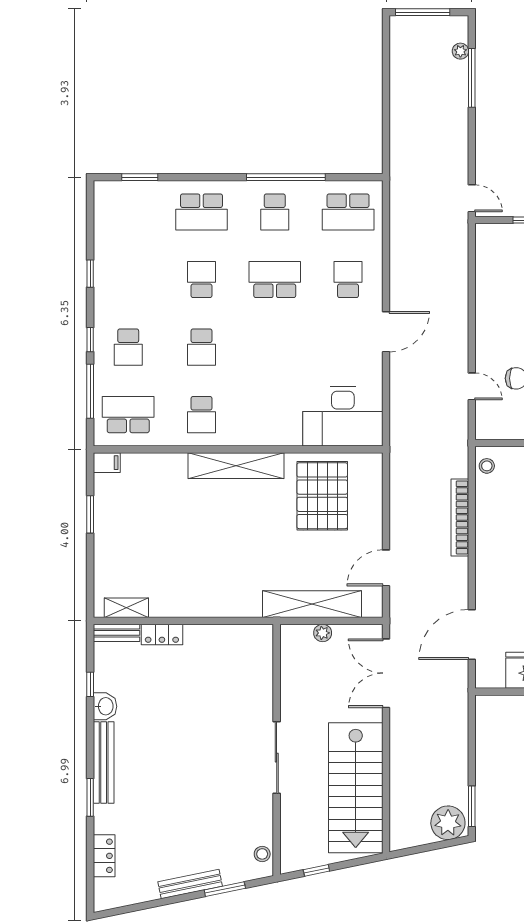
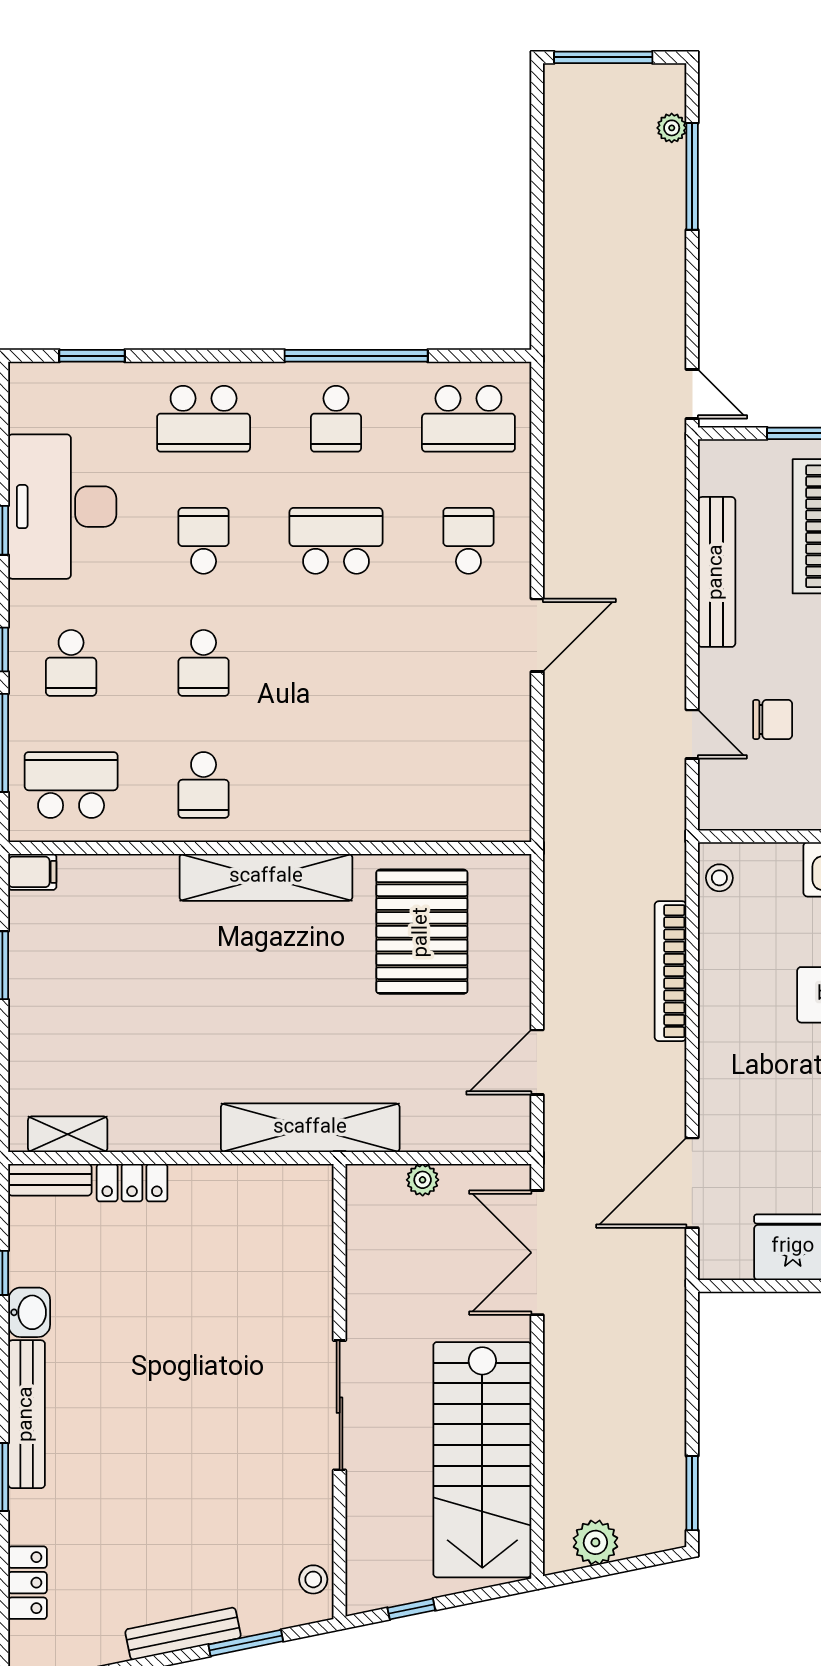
bench: (485, 297) -> (717, 572), added
desk: (343, 416) -> (62, 507), moved, turned 90
shelving: (312, 604) -> (310, 1128), moved
plant: (448, 823) -> (595, 1542), moved, width x0.73, depth x0.73

